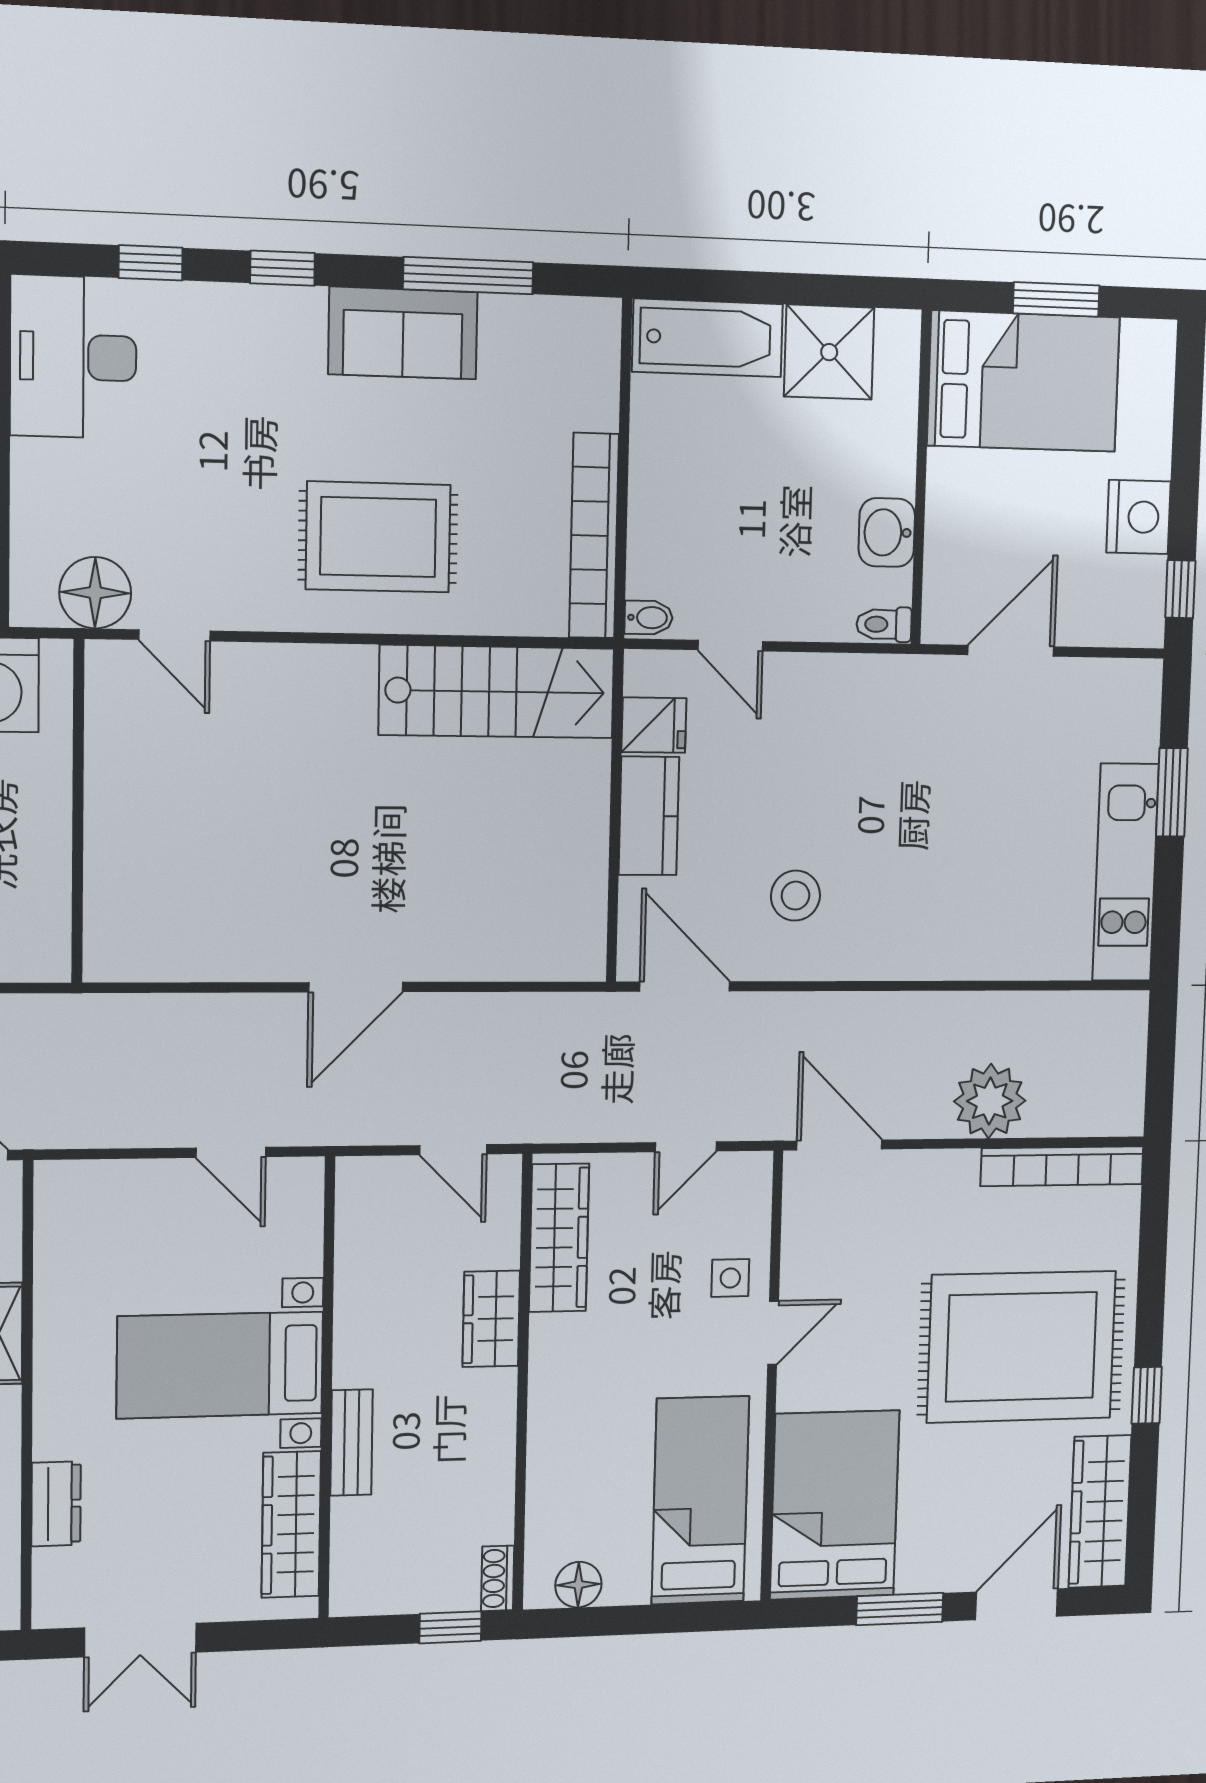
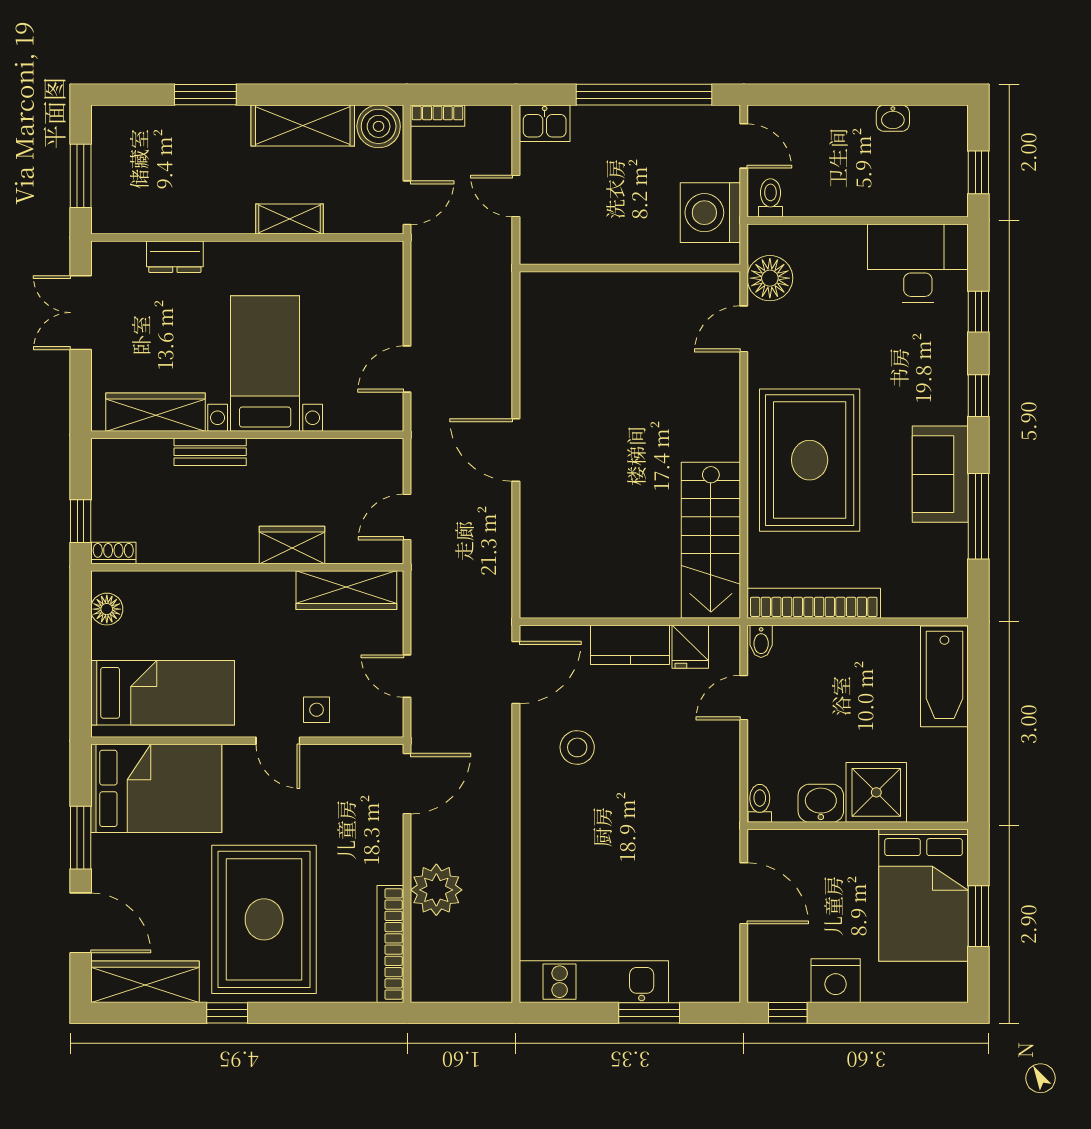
shower: (829, 352) -> (876, 792), moved
rug: (378, 537) -> (810, 460), width x1.37, depth x1.44

